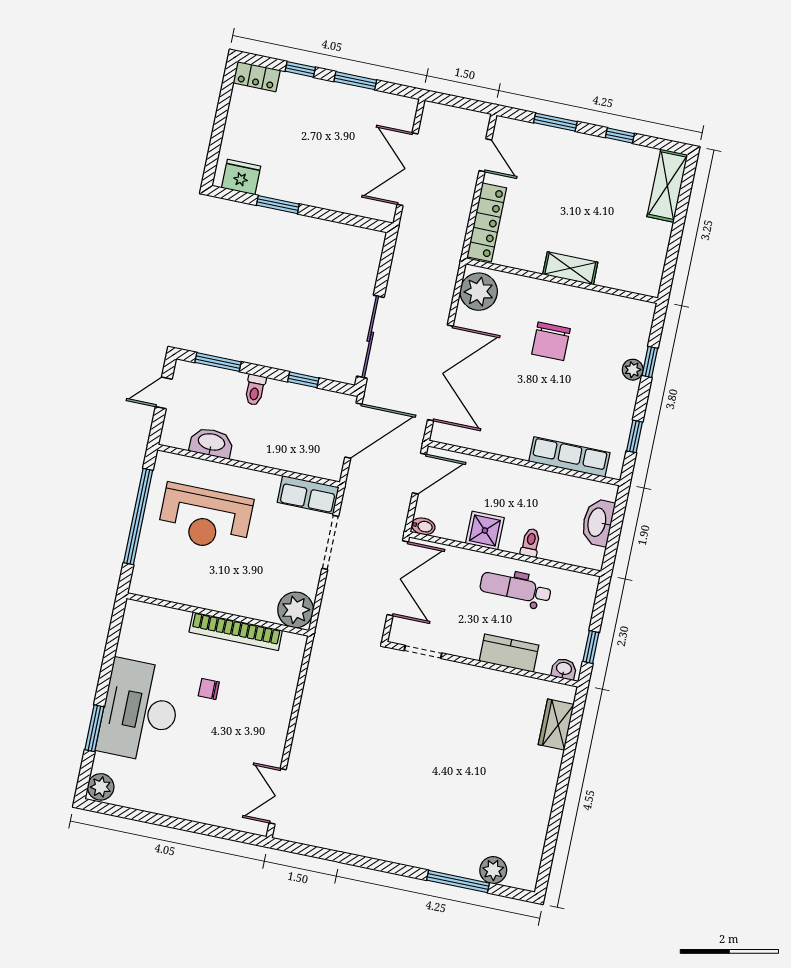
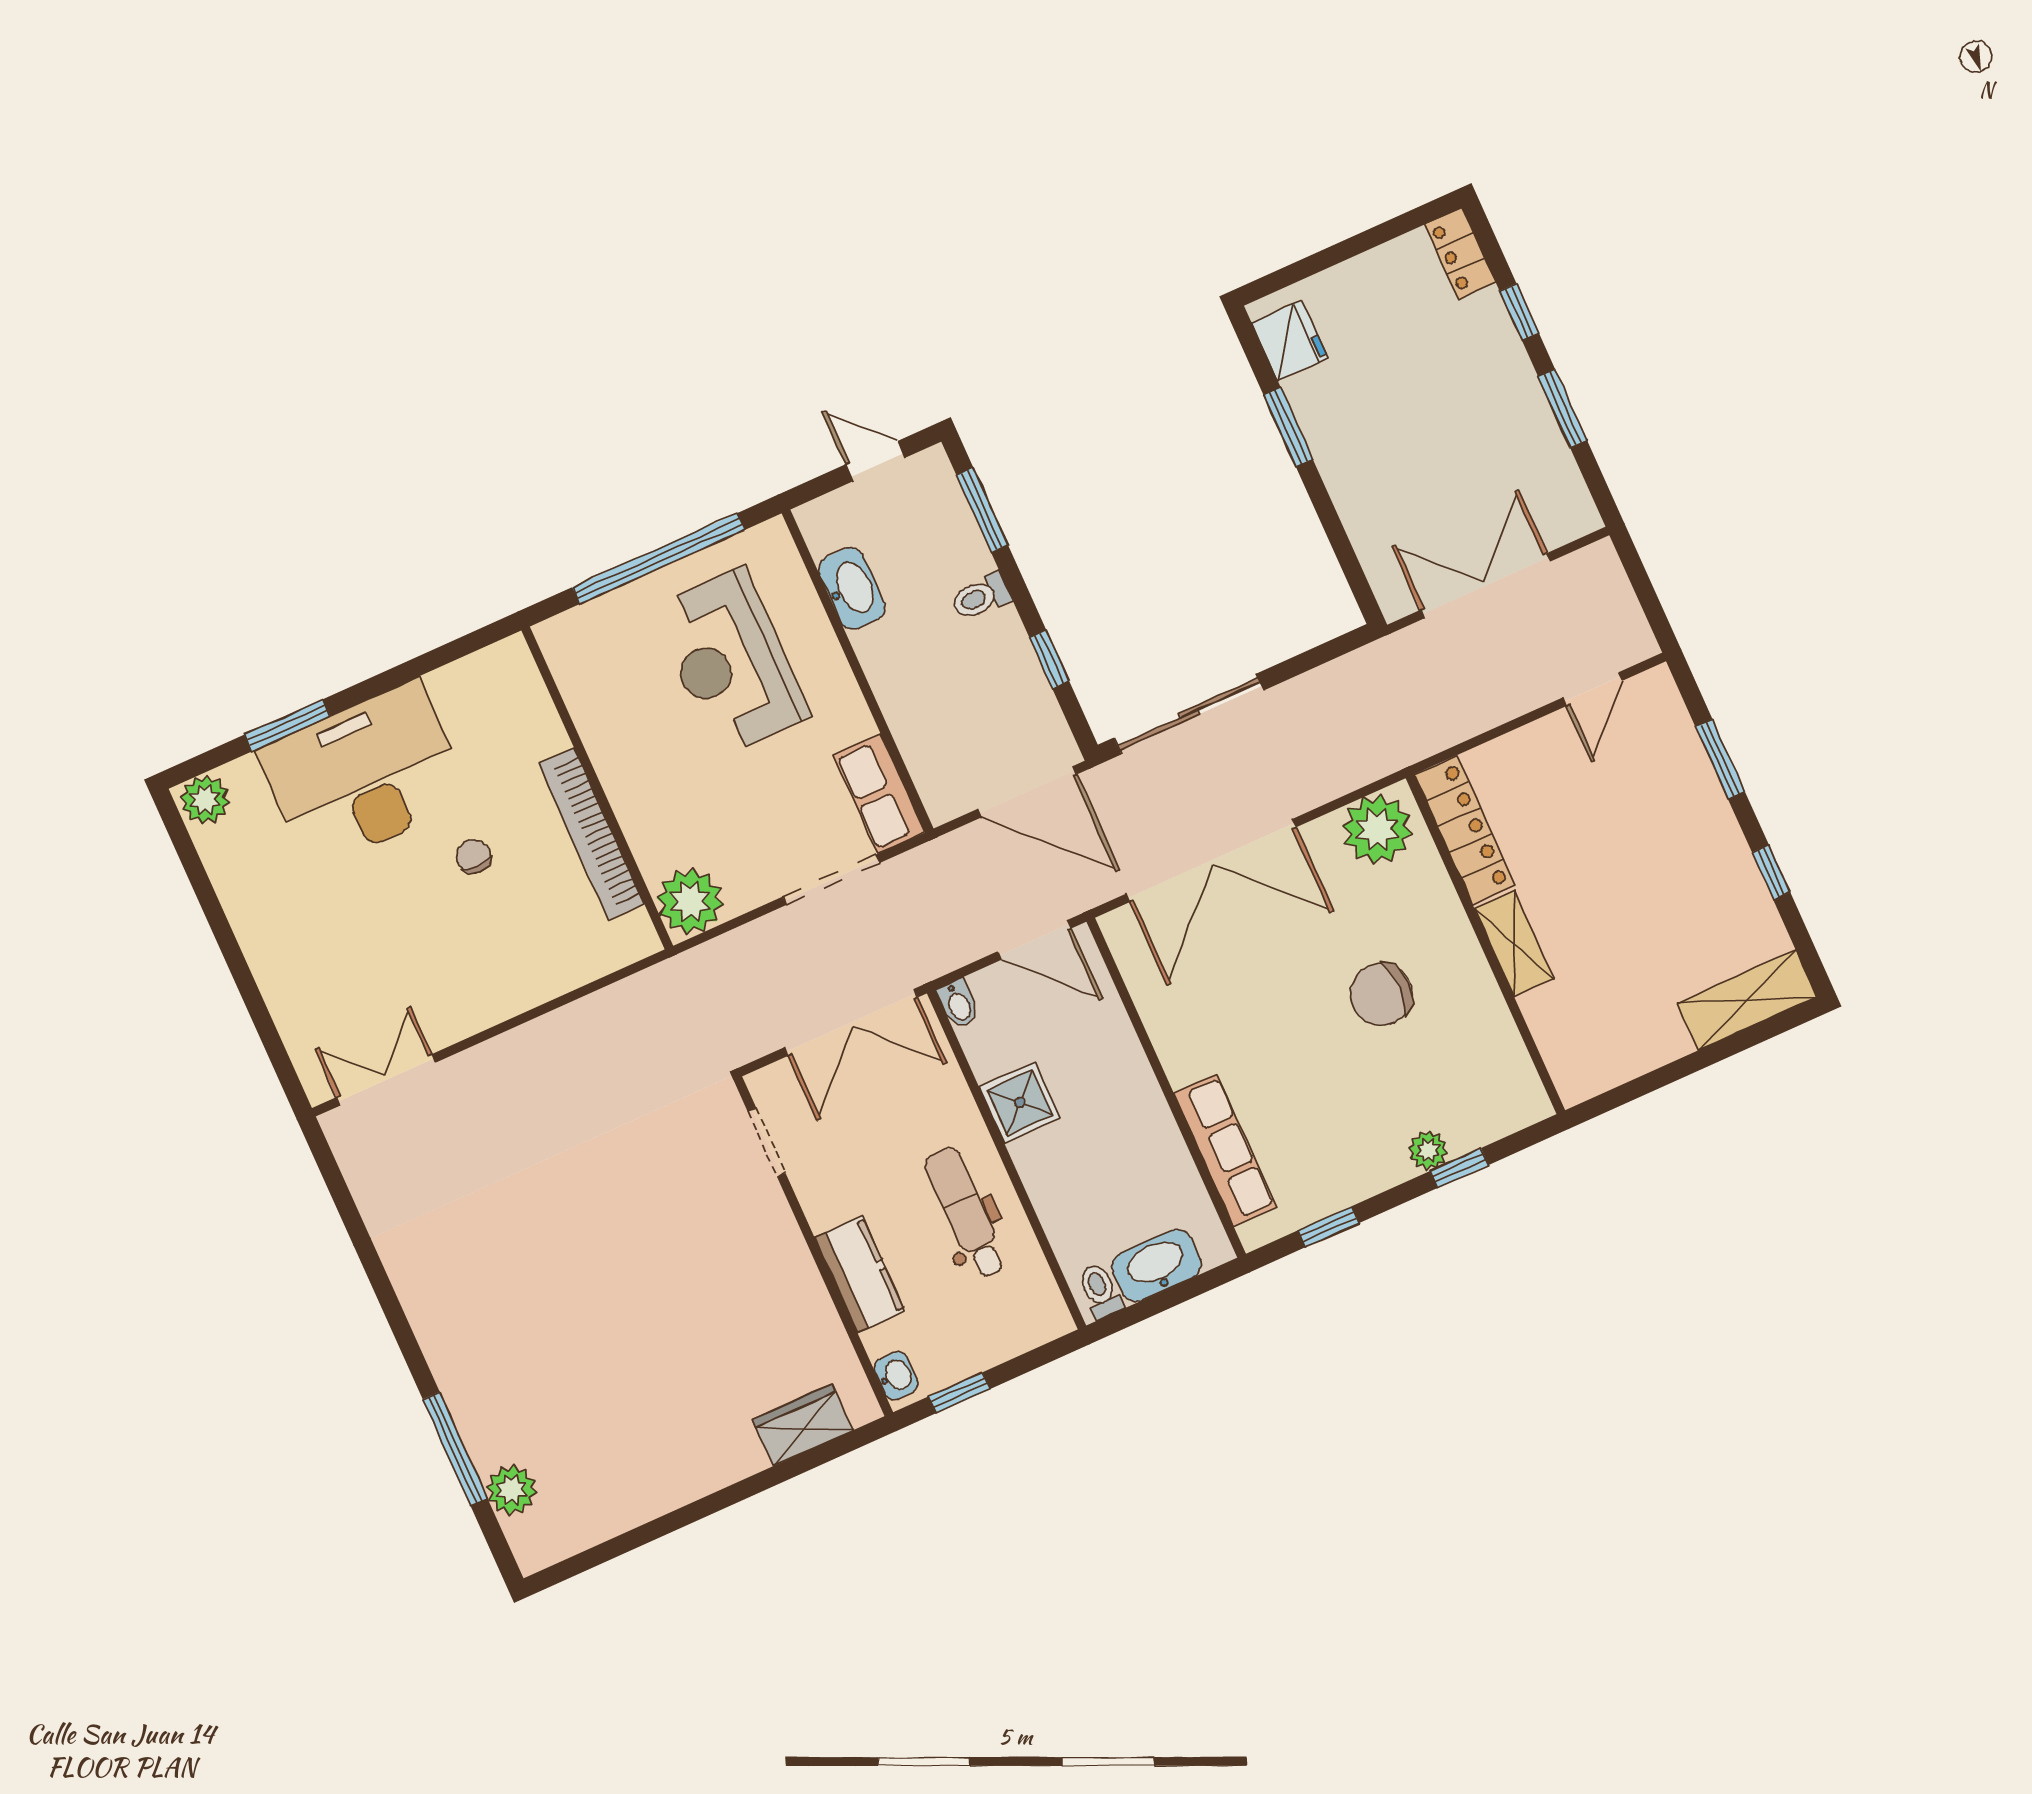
locker: (487, 222) -> (1465, 830), moved, turned -90
toilet: (531, 543) -> (1100, 1291), moved, turned -90

